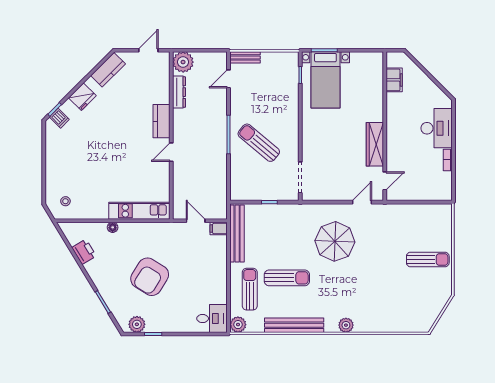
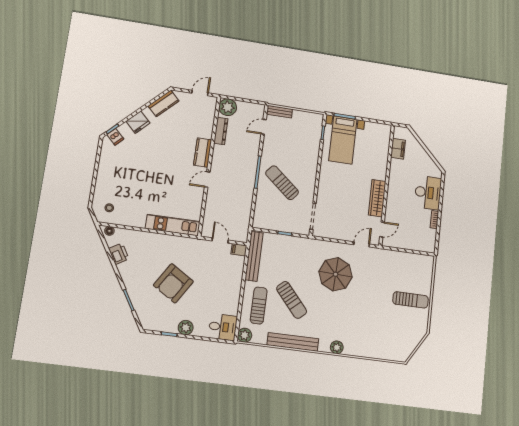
floor lamp: (113, 227) -> (109, 231), moved
sun lounger: (287, 278) -> (292, 300), turned 49
plant: (137, 324) -> (186, 328), moved

